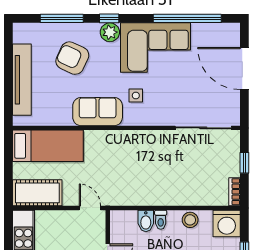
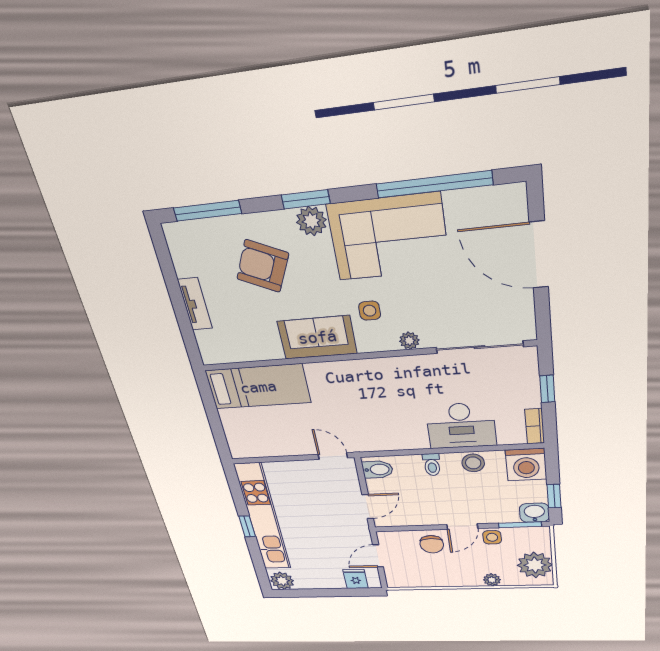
window: (62, 18) -> (207, 211), moved
window: (109, 18) -> (306, 199), width x1.50
tv unit: (22, 80) -> (195, 304), width x0.52, depth x0.78
plant: (158, 119) -> (409, 341), added
desk: (185, 188) -> (461, 426), added
cot: (37, 193) -> (259, 443), removed
bidet: (146, 221) -> (378, 470), moved, turned -90

